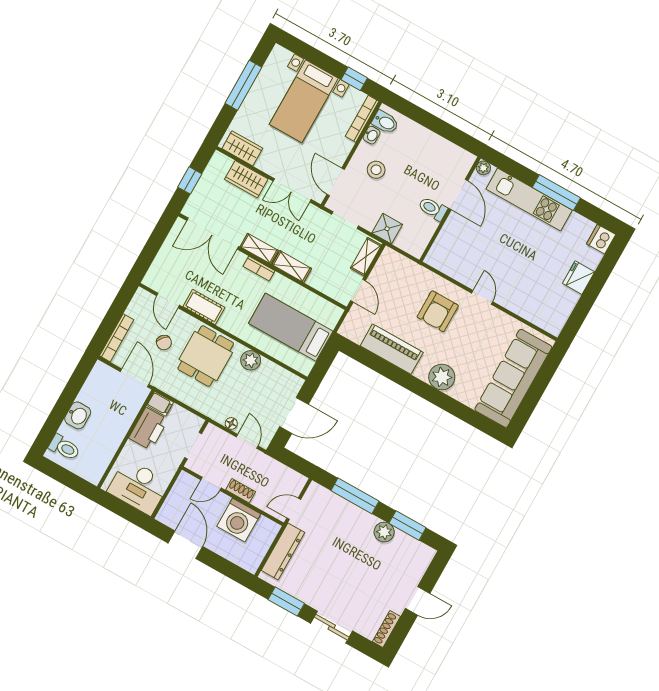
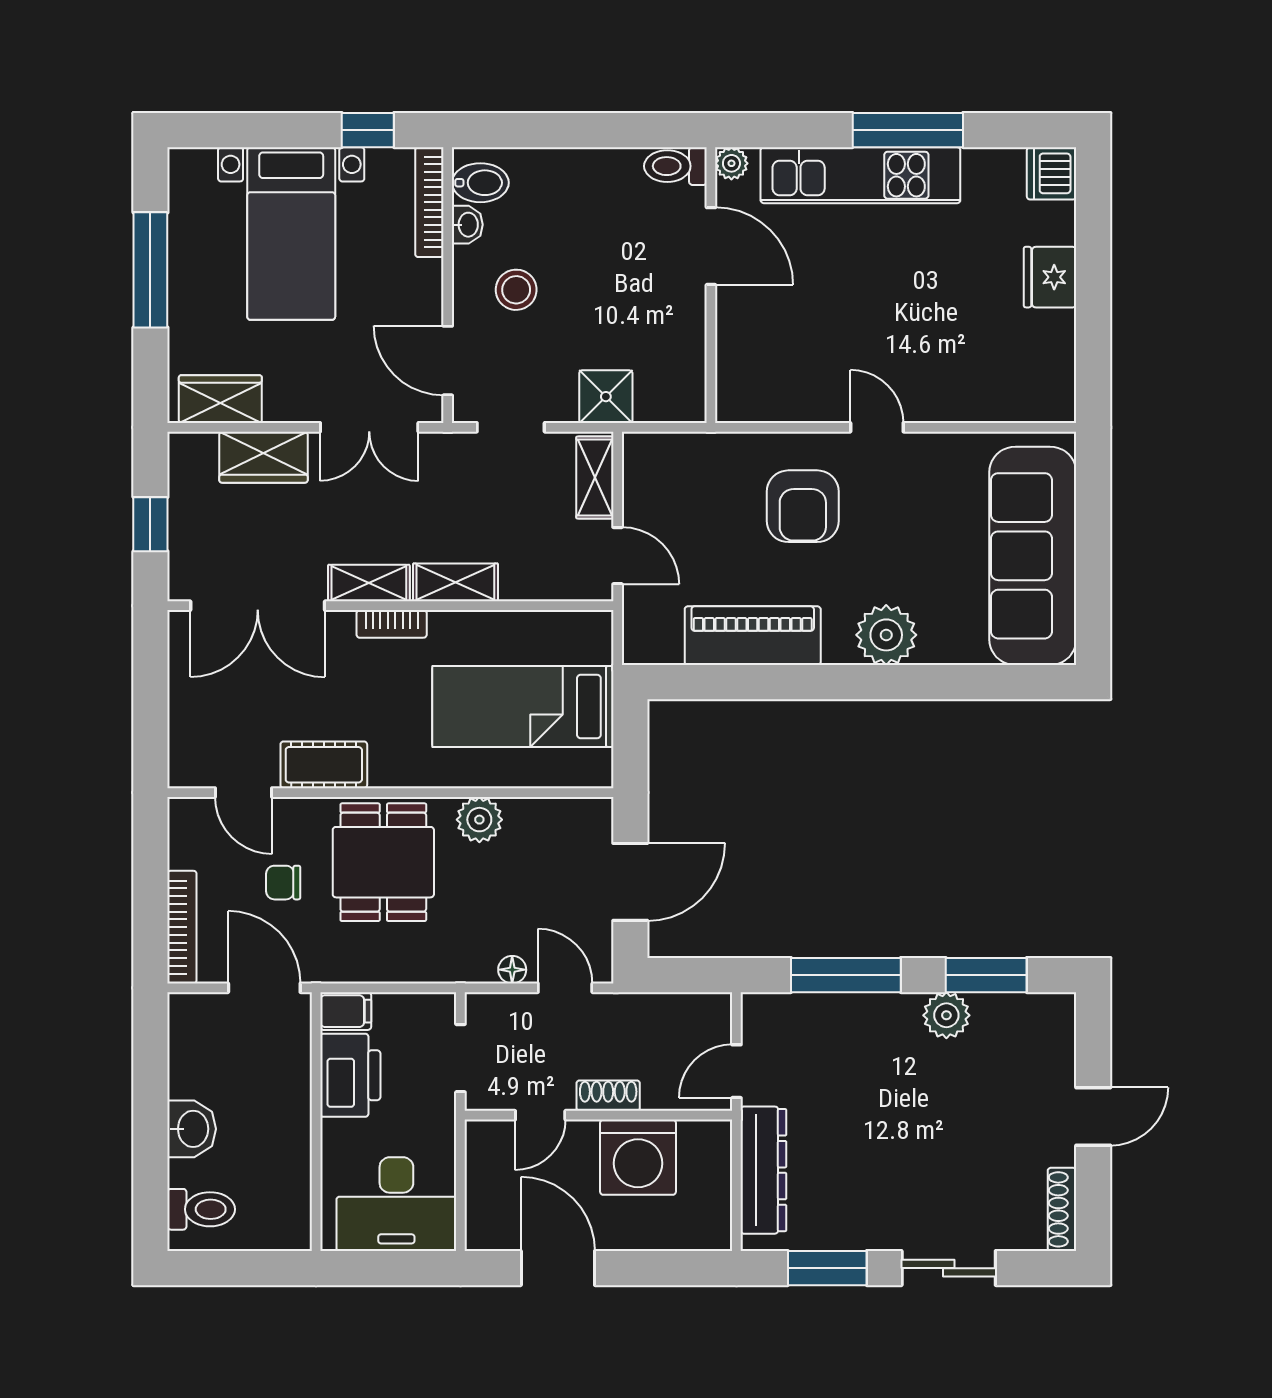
toilet: (433, 209) -> (675, 166), moved
chair: (164, 343) -> (283, 883), turned 139

